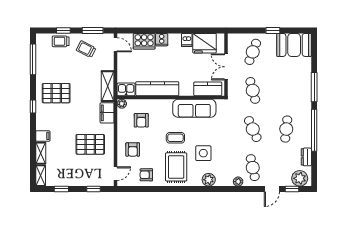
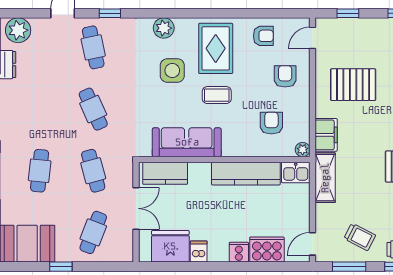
door: (116, 45) -> (313, 244), hinge flipped
cafe table: (286, 129) -> (40, 171), moved
plant: (238, 182) -> (117, 25), removed
window: (292, 189) -> (110, 13), moved

